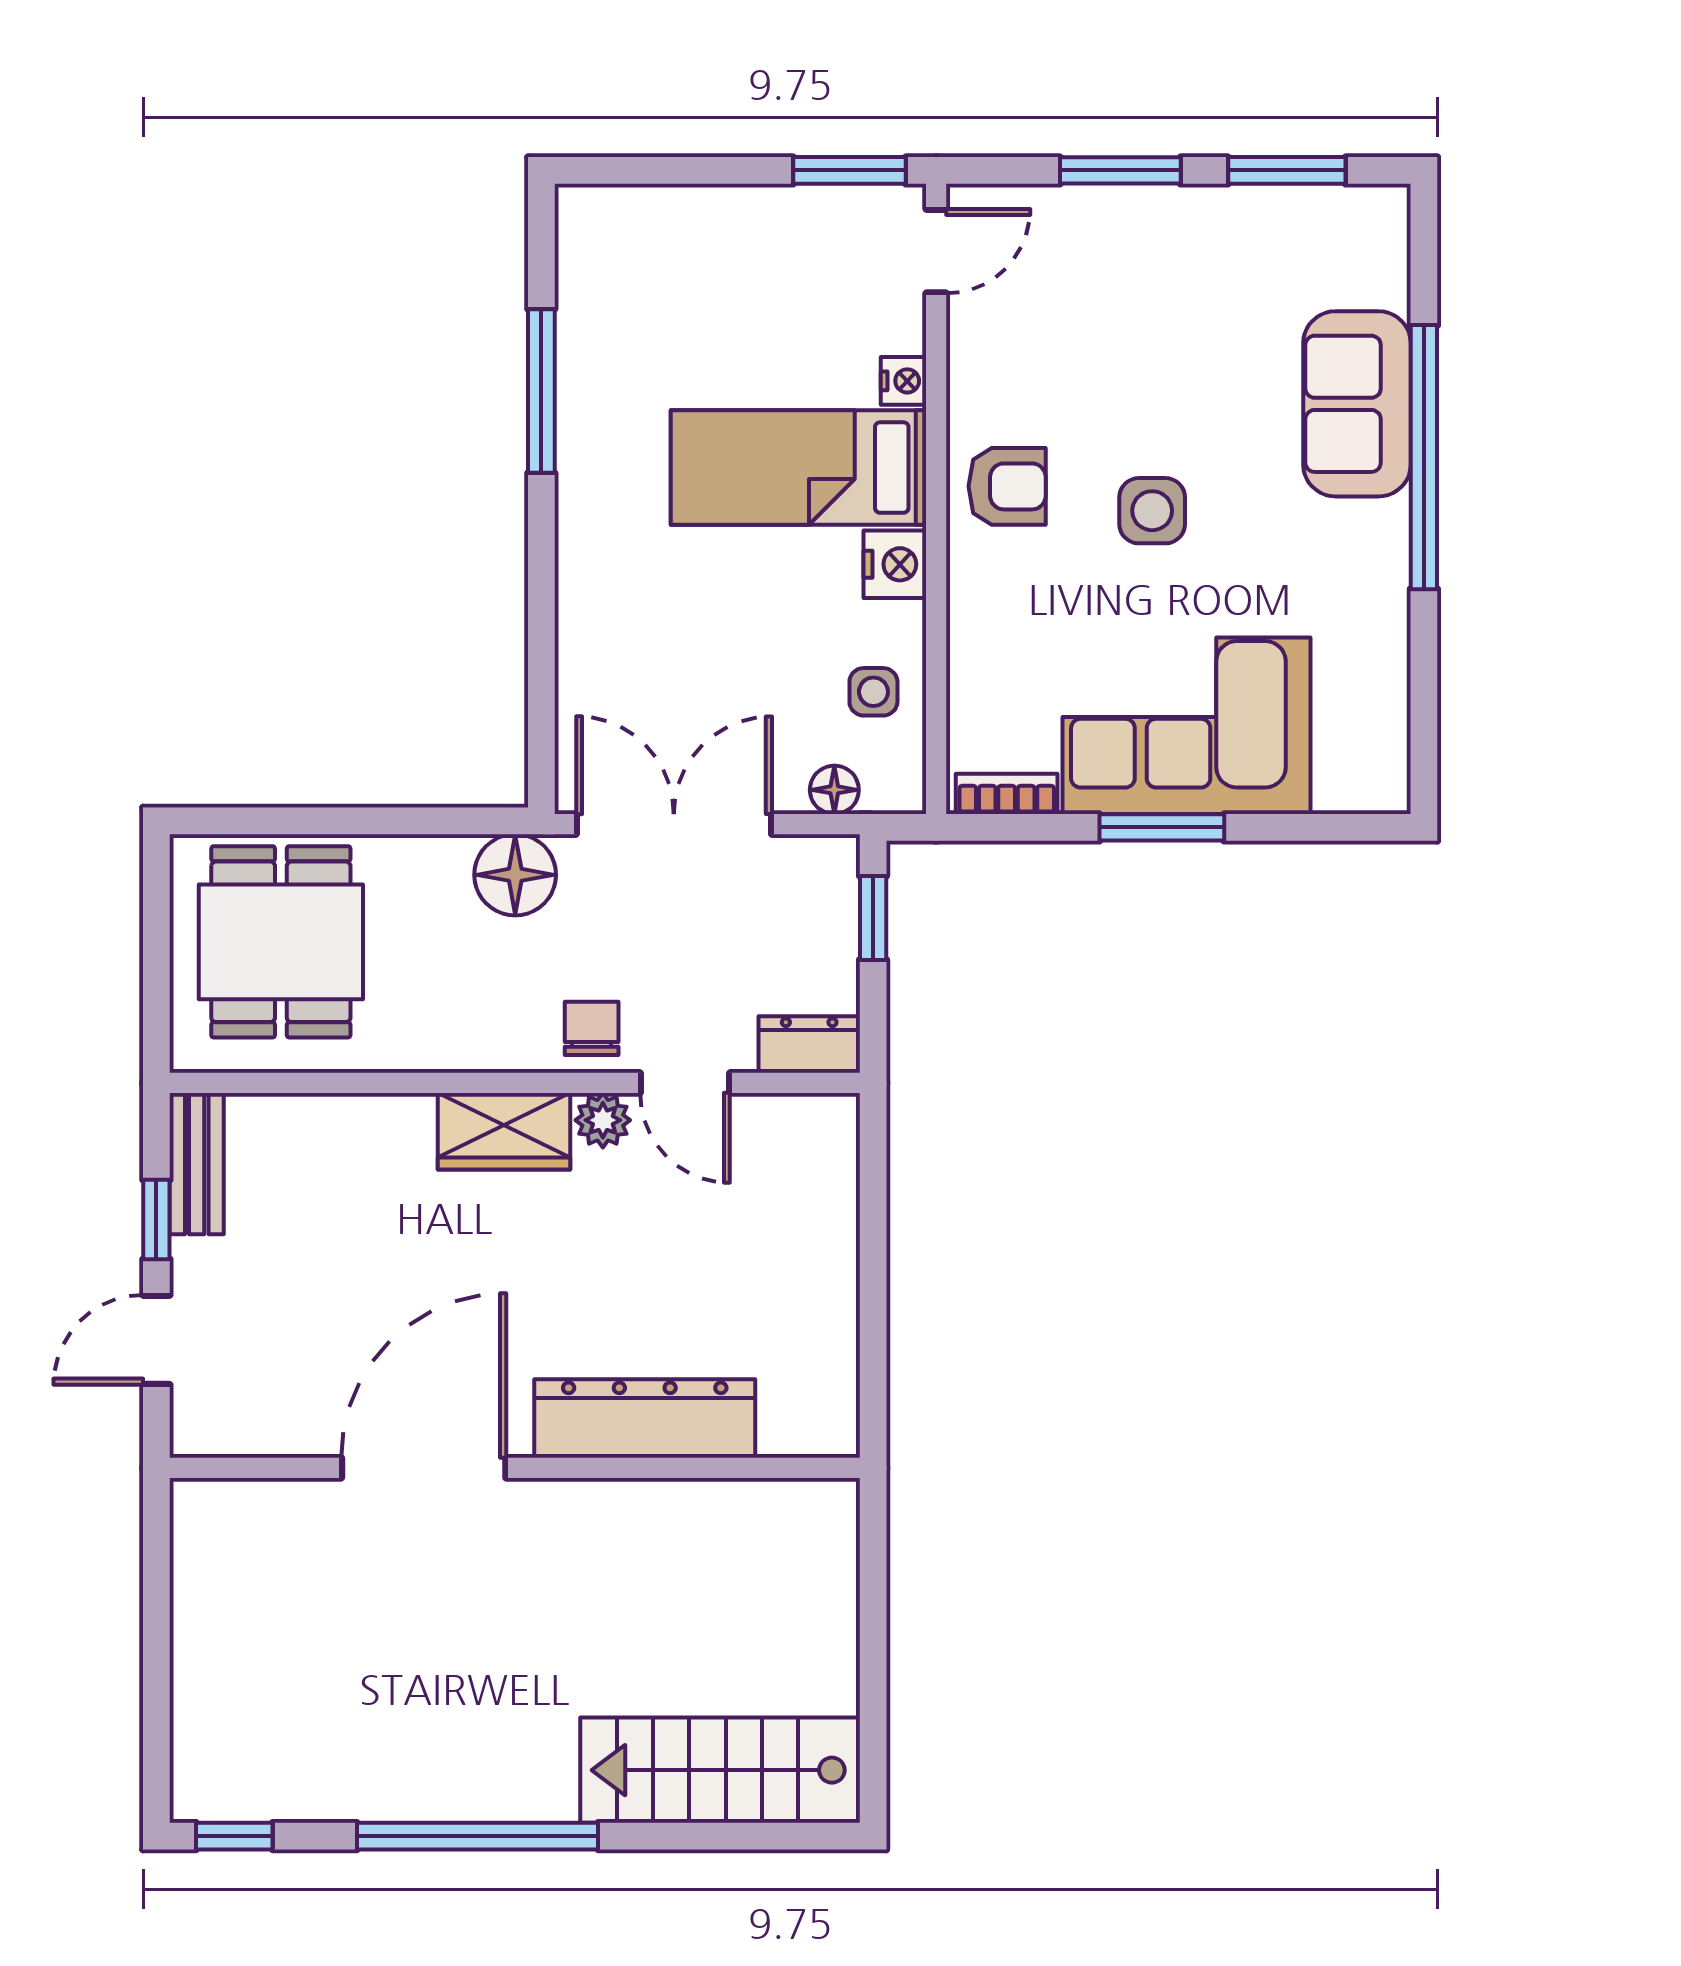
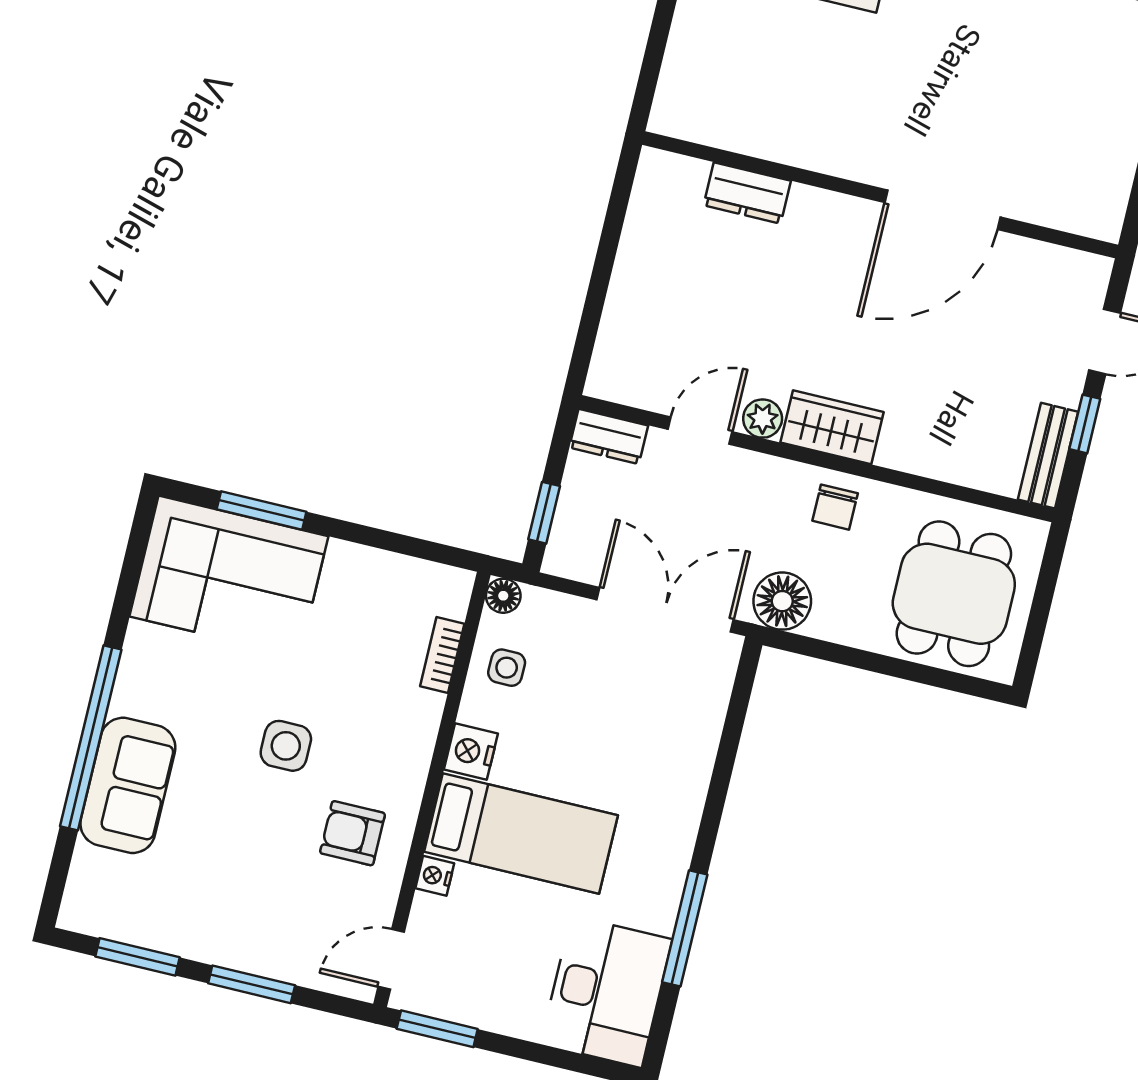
desk: (629, 278) -> (606, 992), added
armchair: (1007, 486) -> (353, 833), moved
corner sofa: (1187, 726) -> (229, 576), moved
floor lamp: (834, 790) -> (503, 596), moved
bookcase: (1007, 794) -> (442, 655), moved, turned 90
double door: (674, 824) -> (665, 610), swing flipped
window: (1162, 827) -> (262, 510), moved
chair: (592, 1028) -> (835, 507), moved
door: (685, 1083) -> (700, 431), hinge flipped
dresser: (645, 1418) -> (747, 193), width x0.51, depth x0.80

